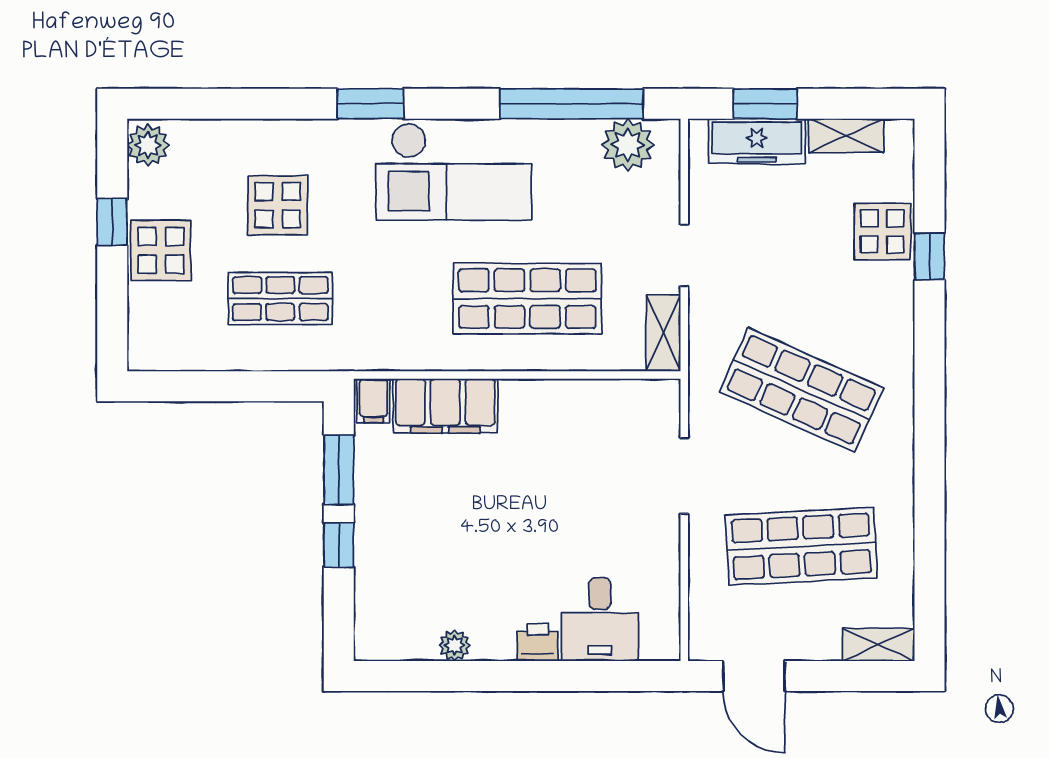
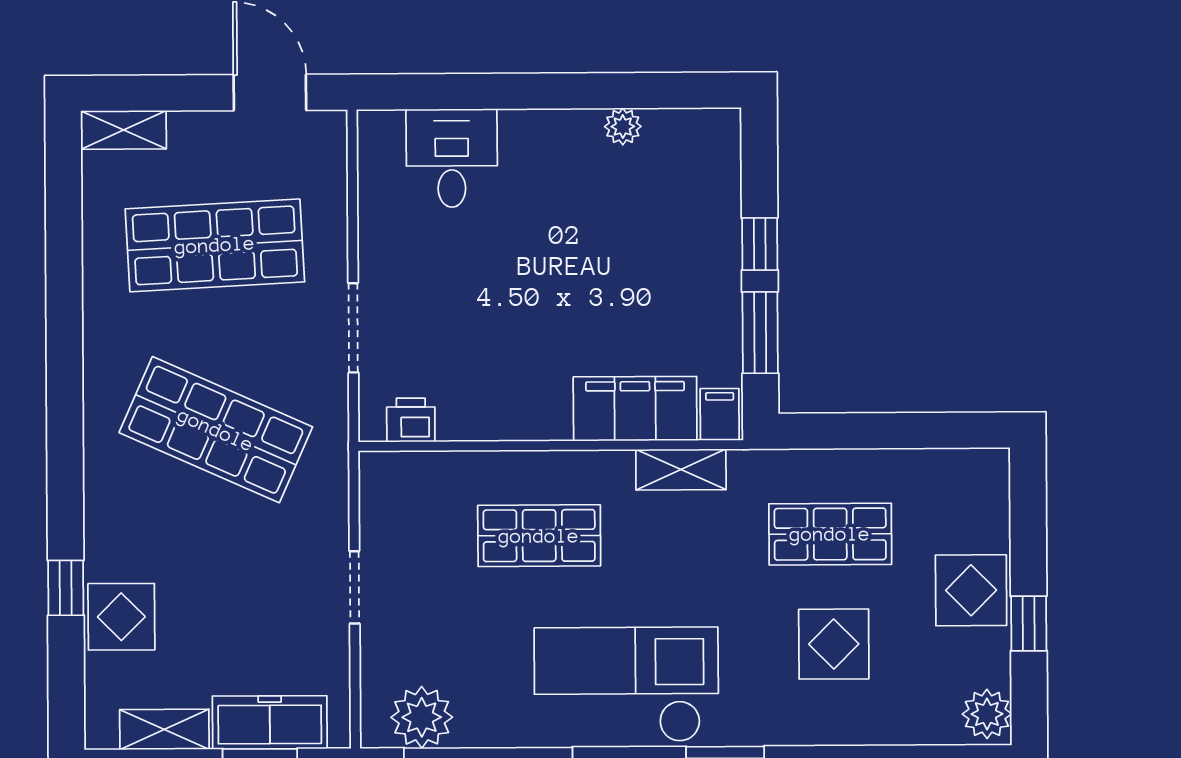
shop shelf: (527, 299) -> (539, 536), width x0.70, depth x0.74
shelving: (663, 333) -> (681, 469), moved, turned 90
printer: (538, 643) -> (411, 420), moved, turned 180

